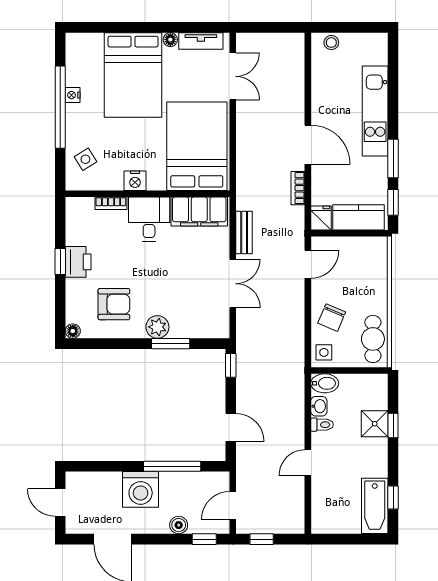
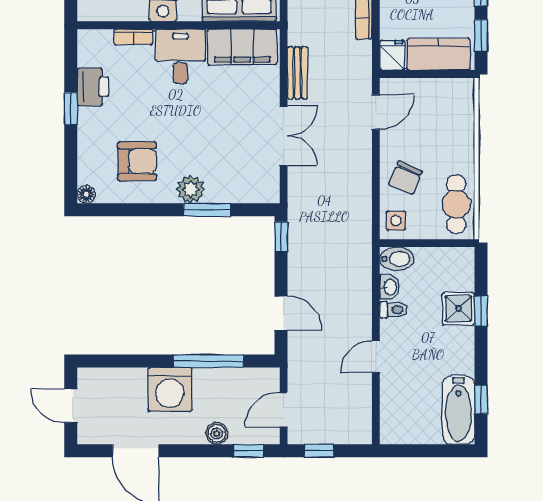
printer: (78, 262) -> (93, 87), moved

